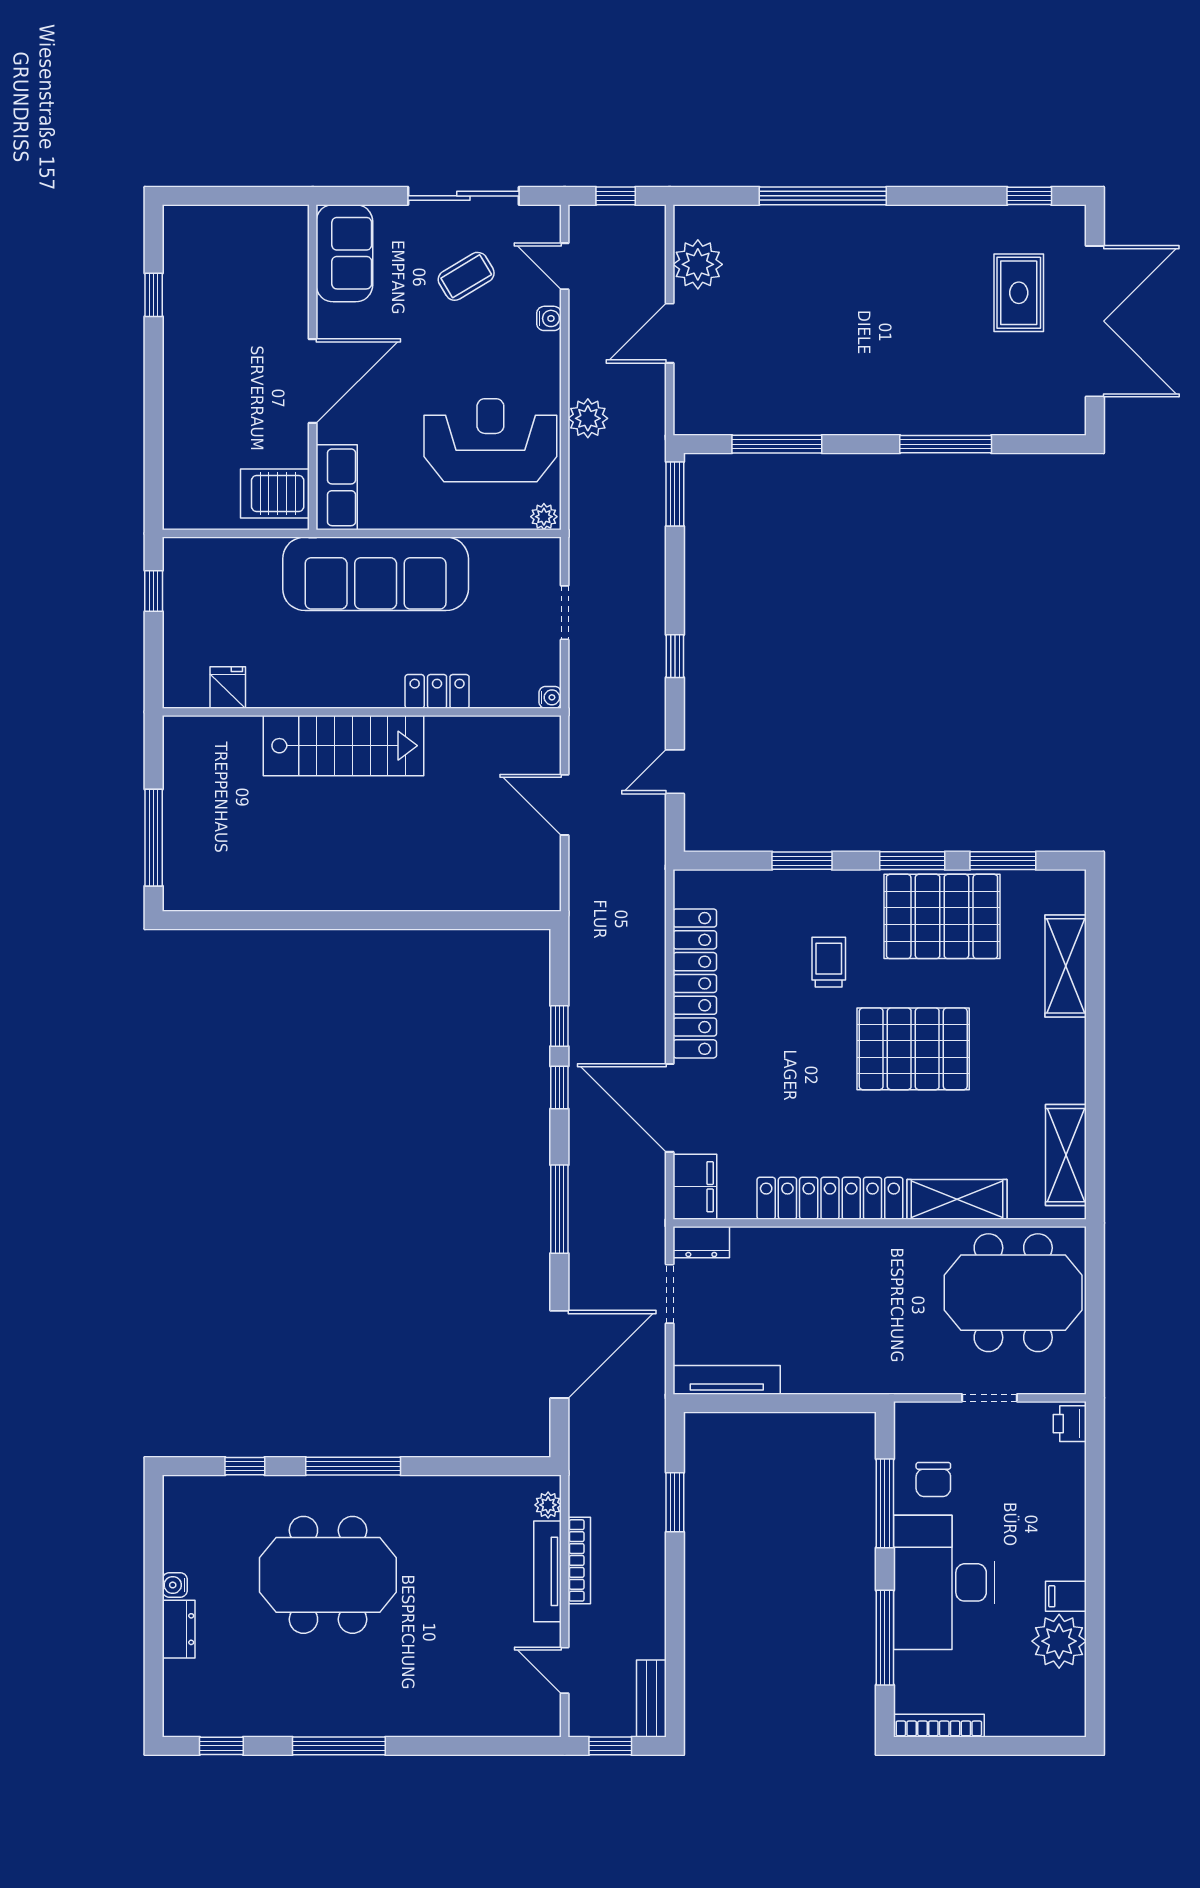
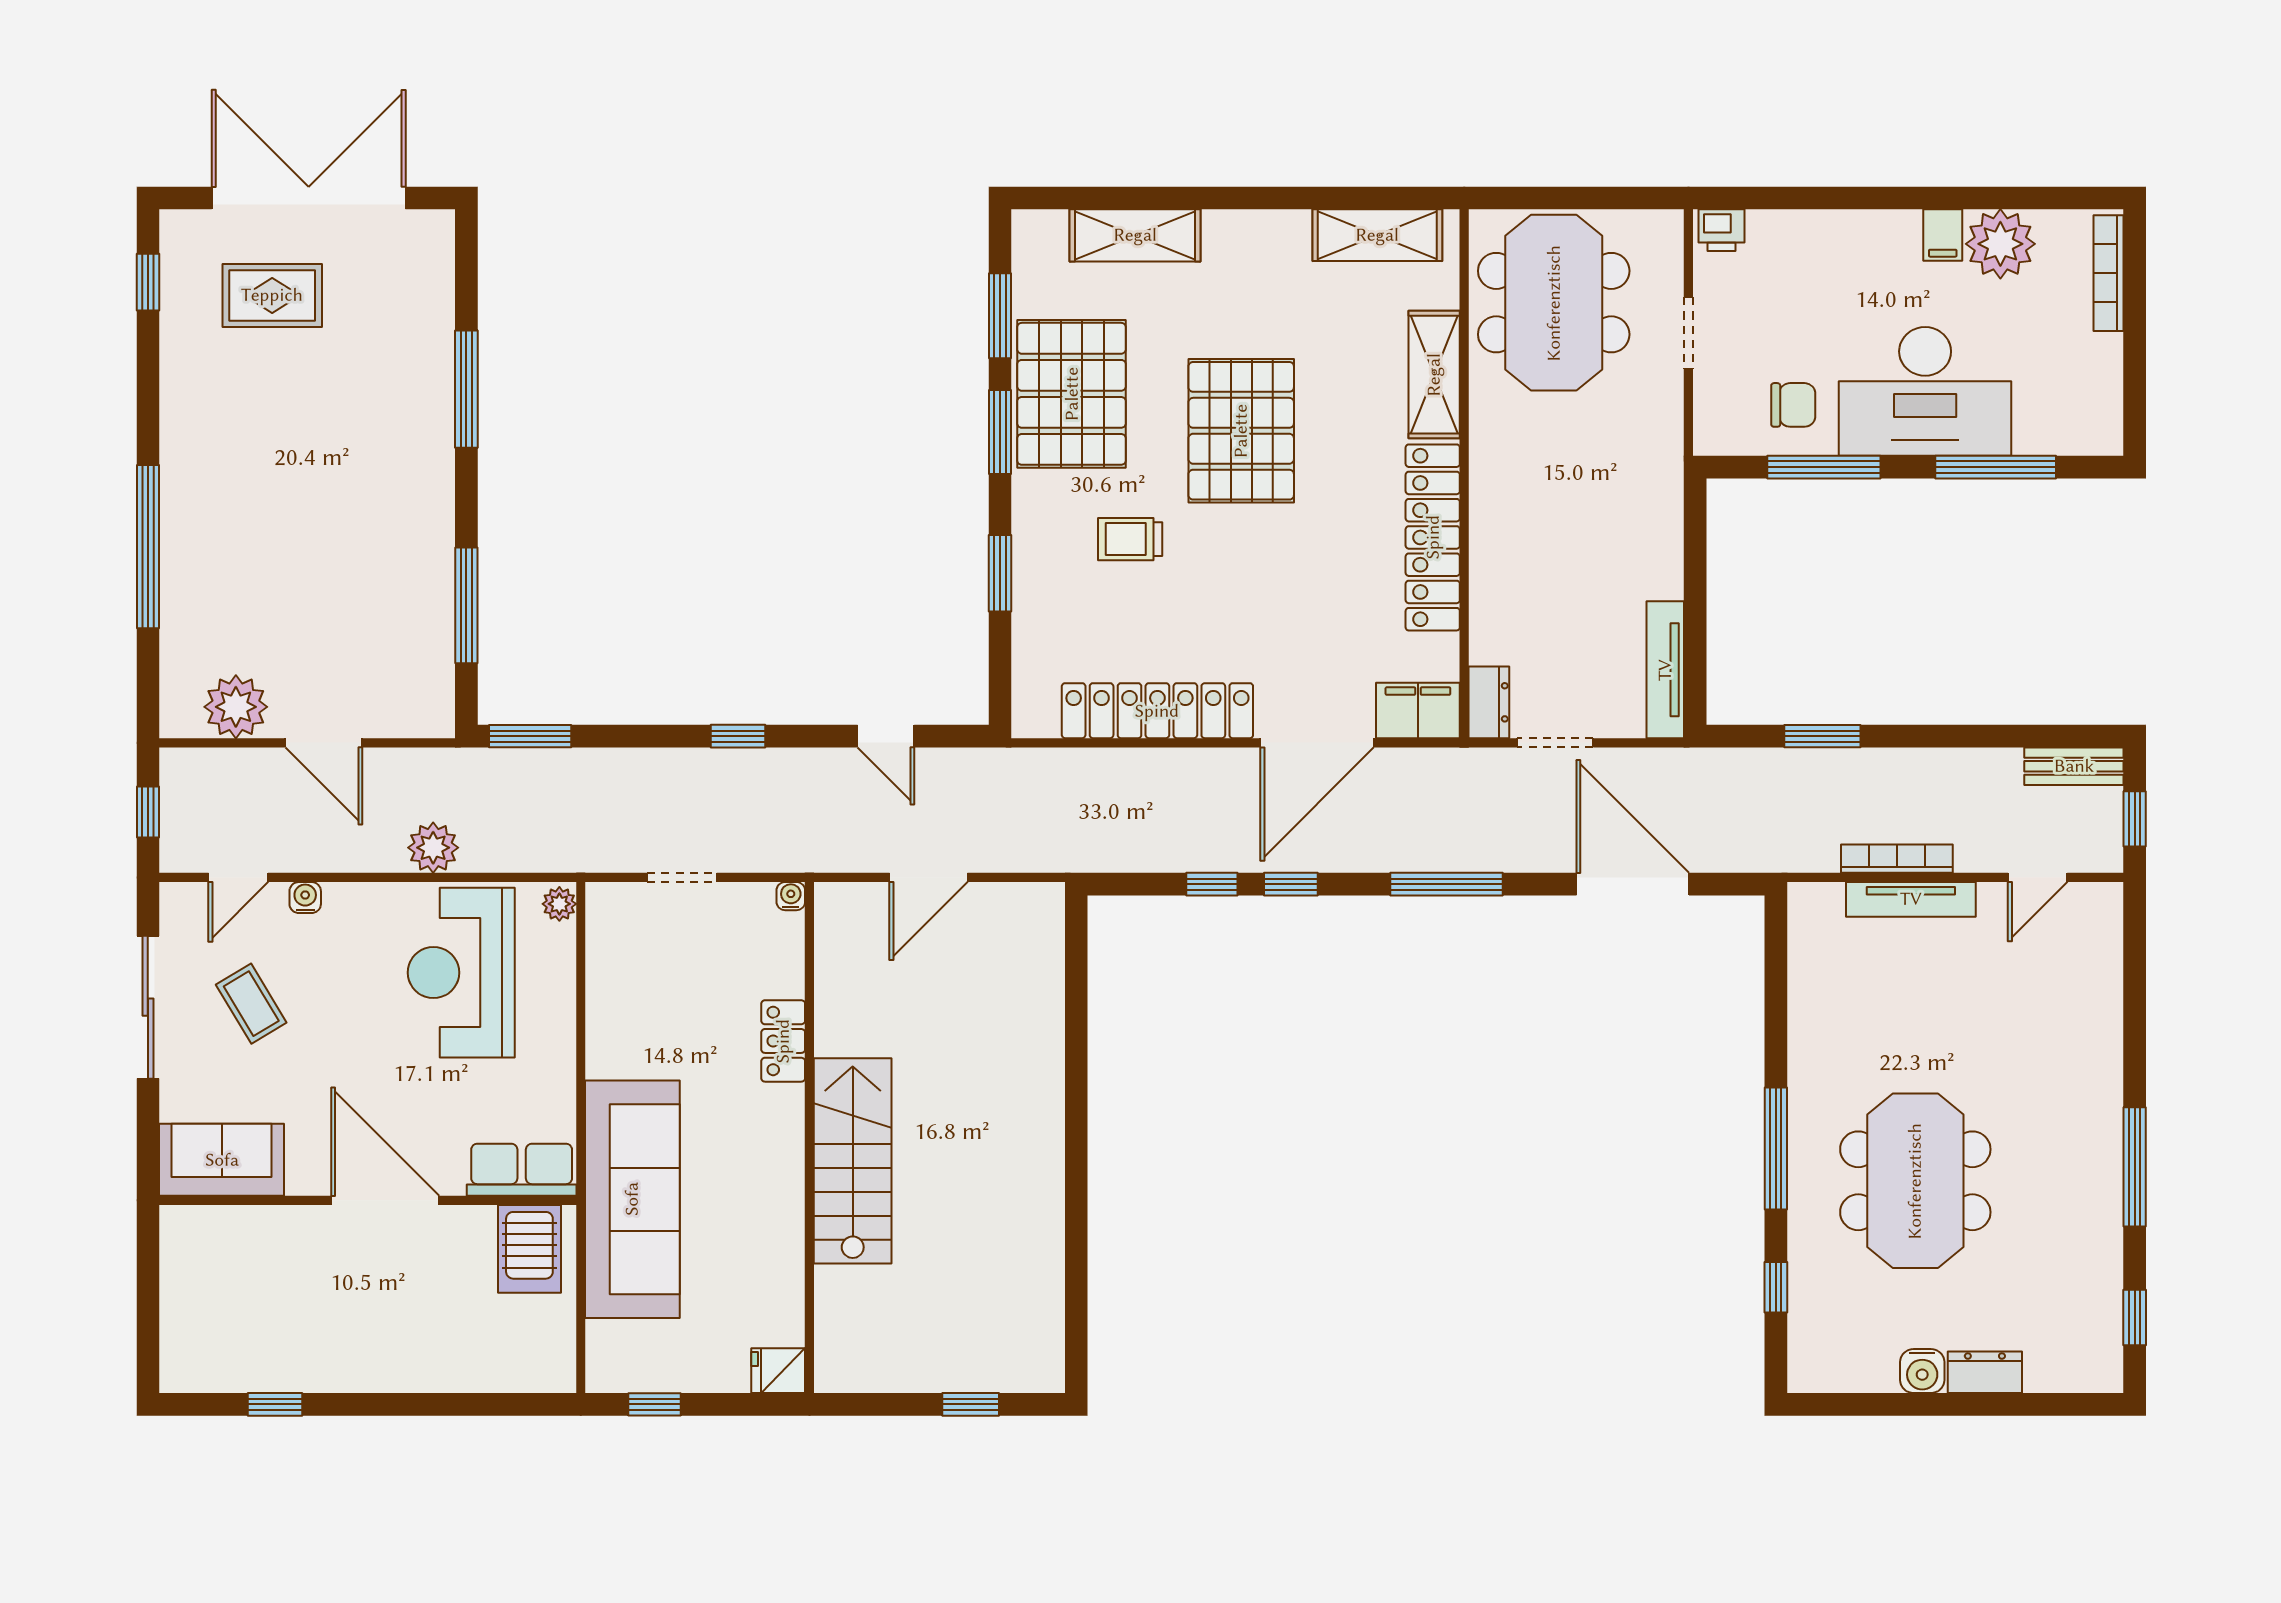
sofa: (376, 574) -> (632, 1199), moved
fridge: (228, 688) -> (778, 1371), moved
window: (154, 838) -> (971, 1404), width x0.46
plant: (548, 1505) -> (1826, 899), removed
water cooler: (175, 1585) -> (1922, 1371), width x1.38, depth x1.38
bookcase: (939, 1726) -> (2109, 273), moved

